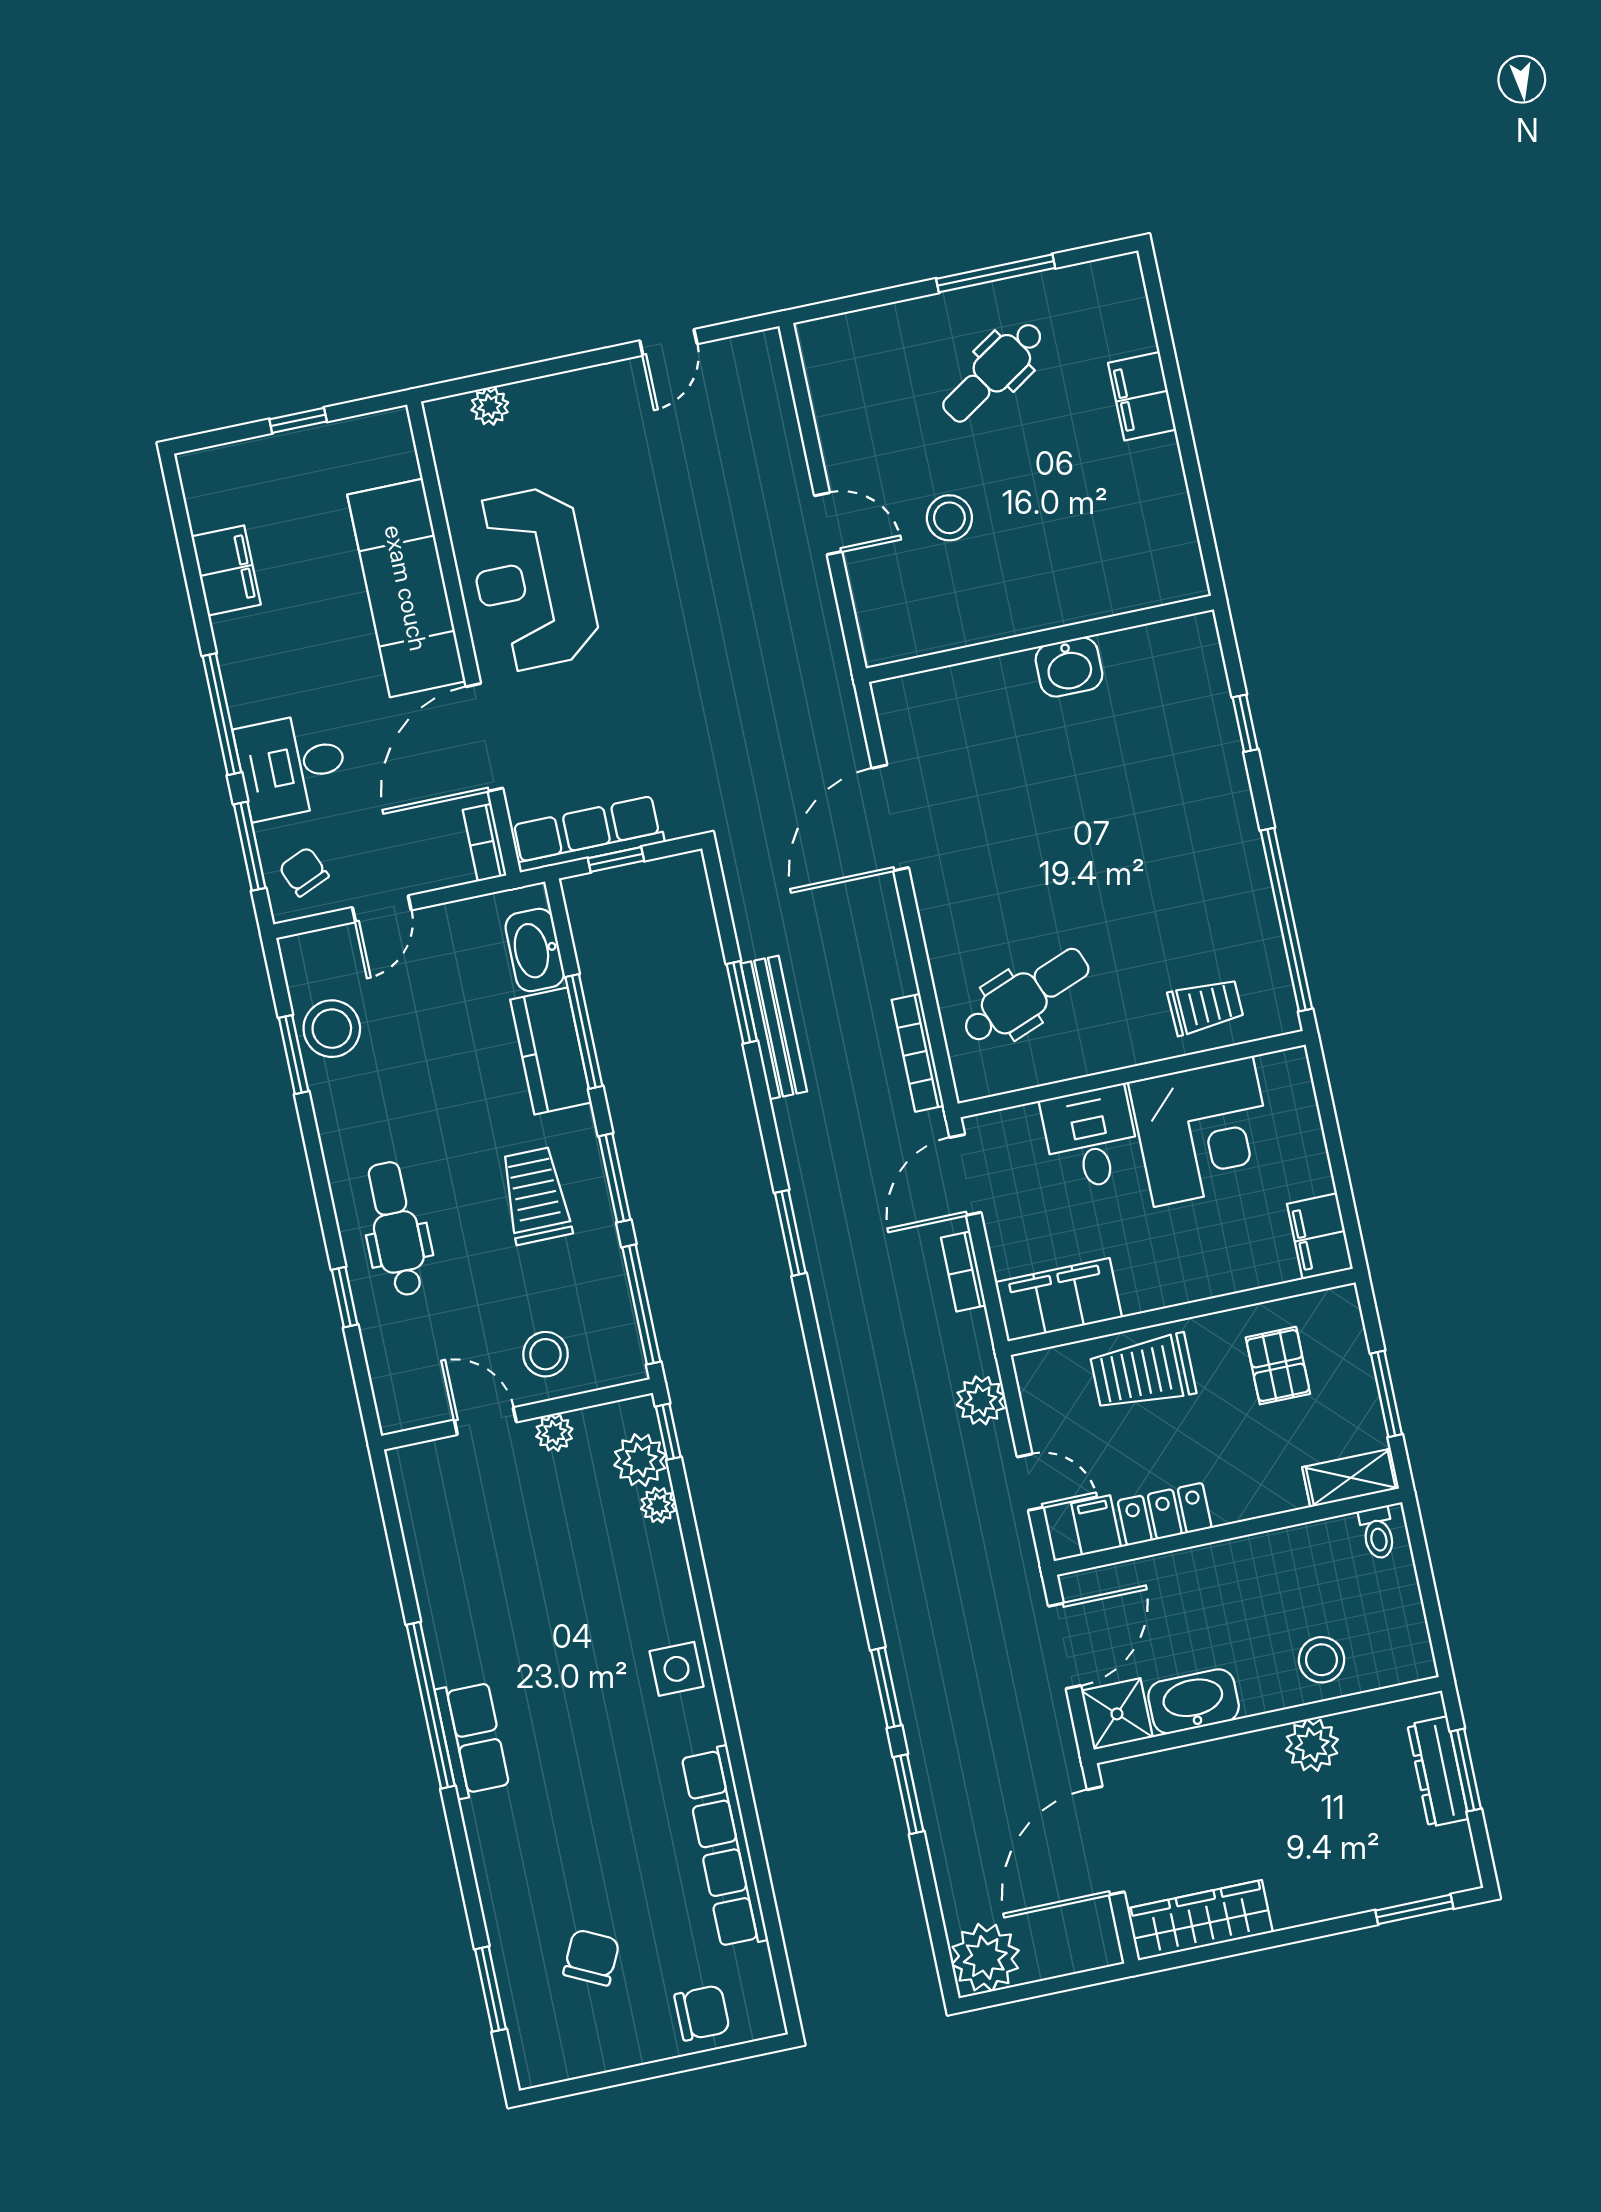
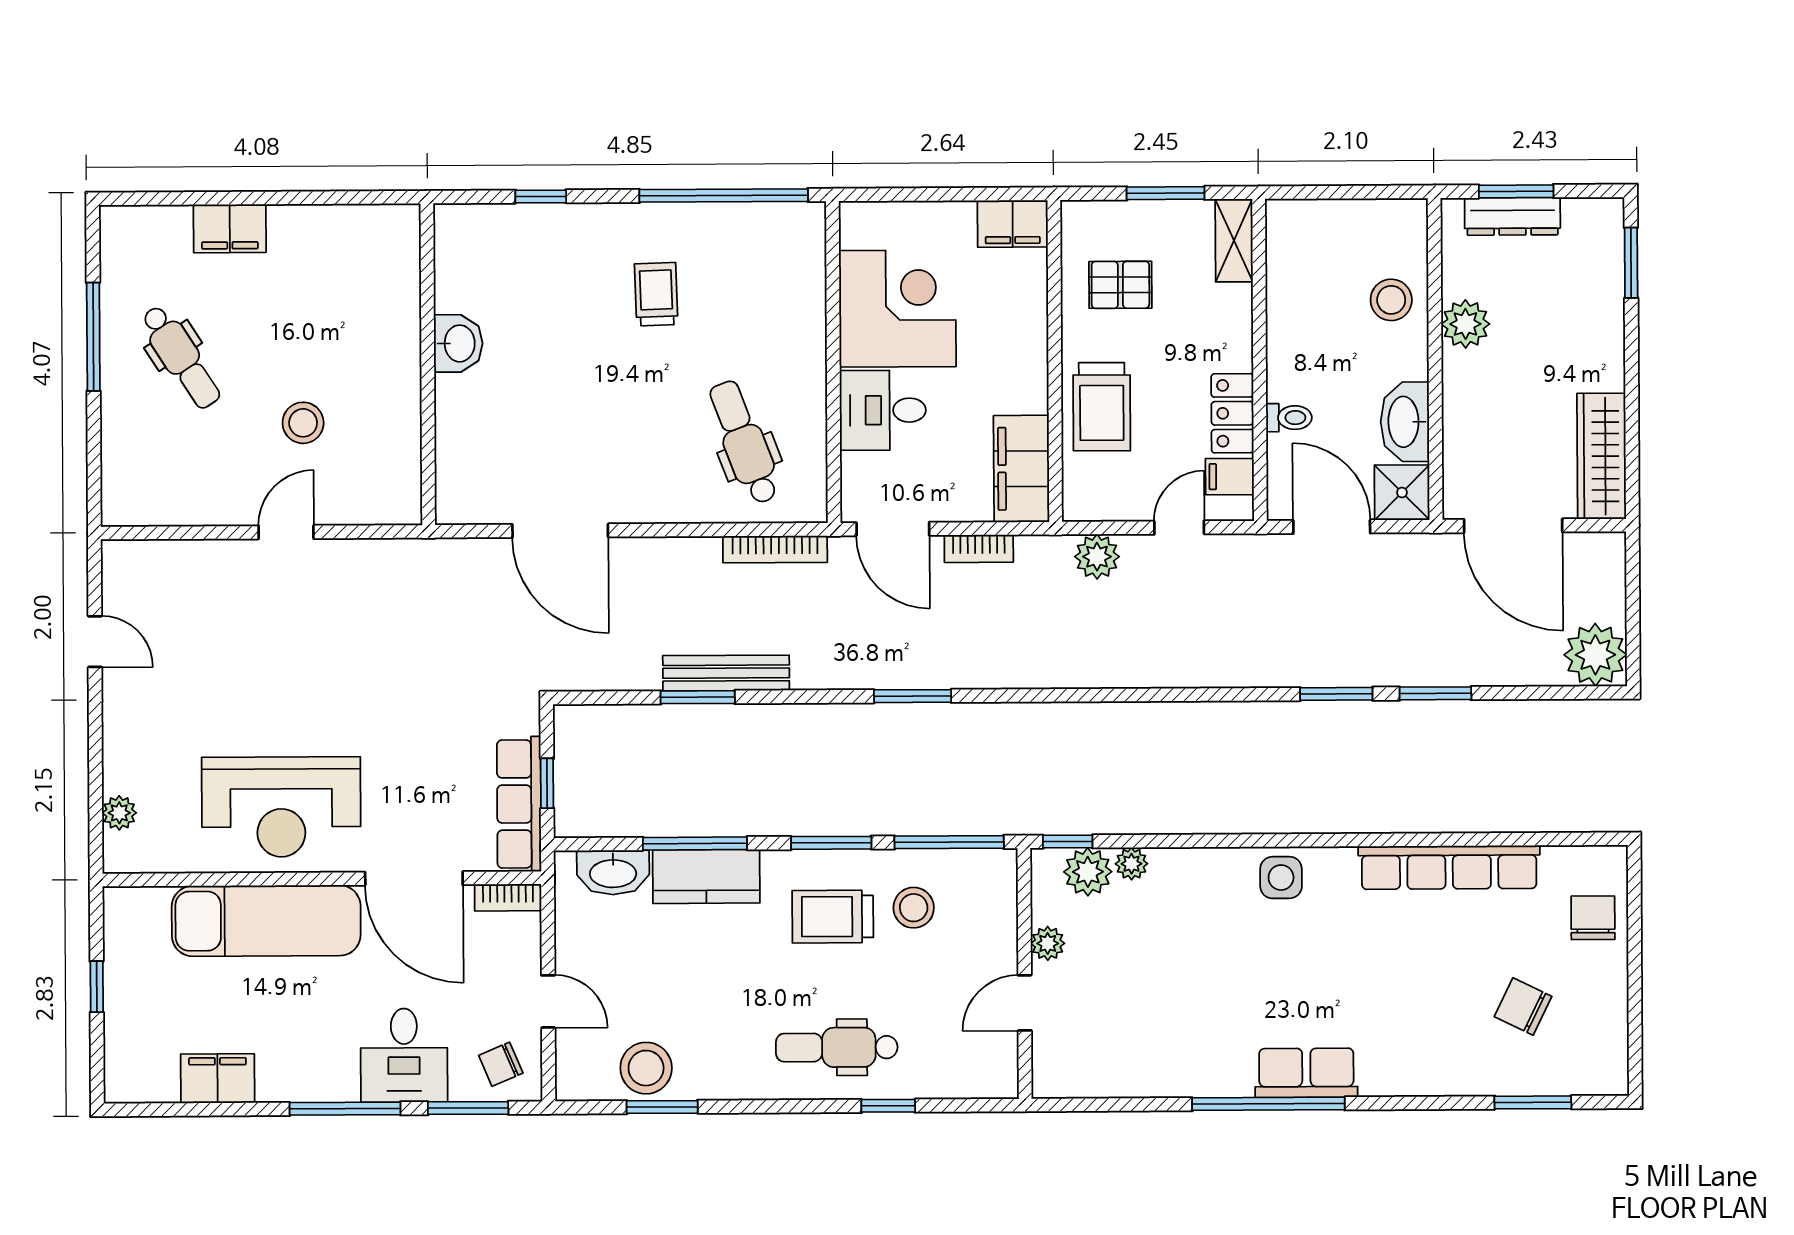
trolley: (1205, 1006) -> (656, 294), moved
stool: (545, 1354) -> (914, 908), moved
toilet: (1378, 1533) -> (1289, 418), moved

